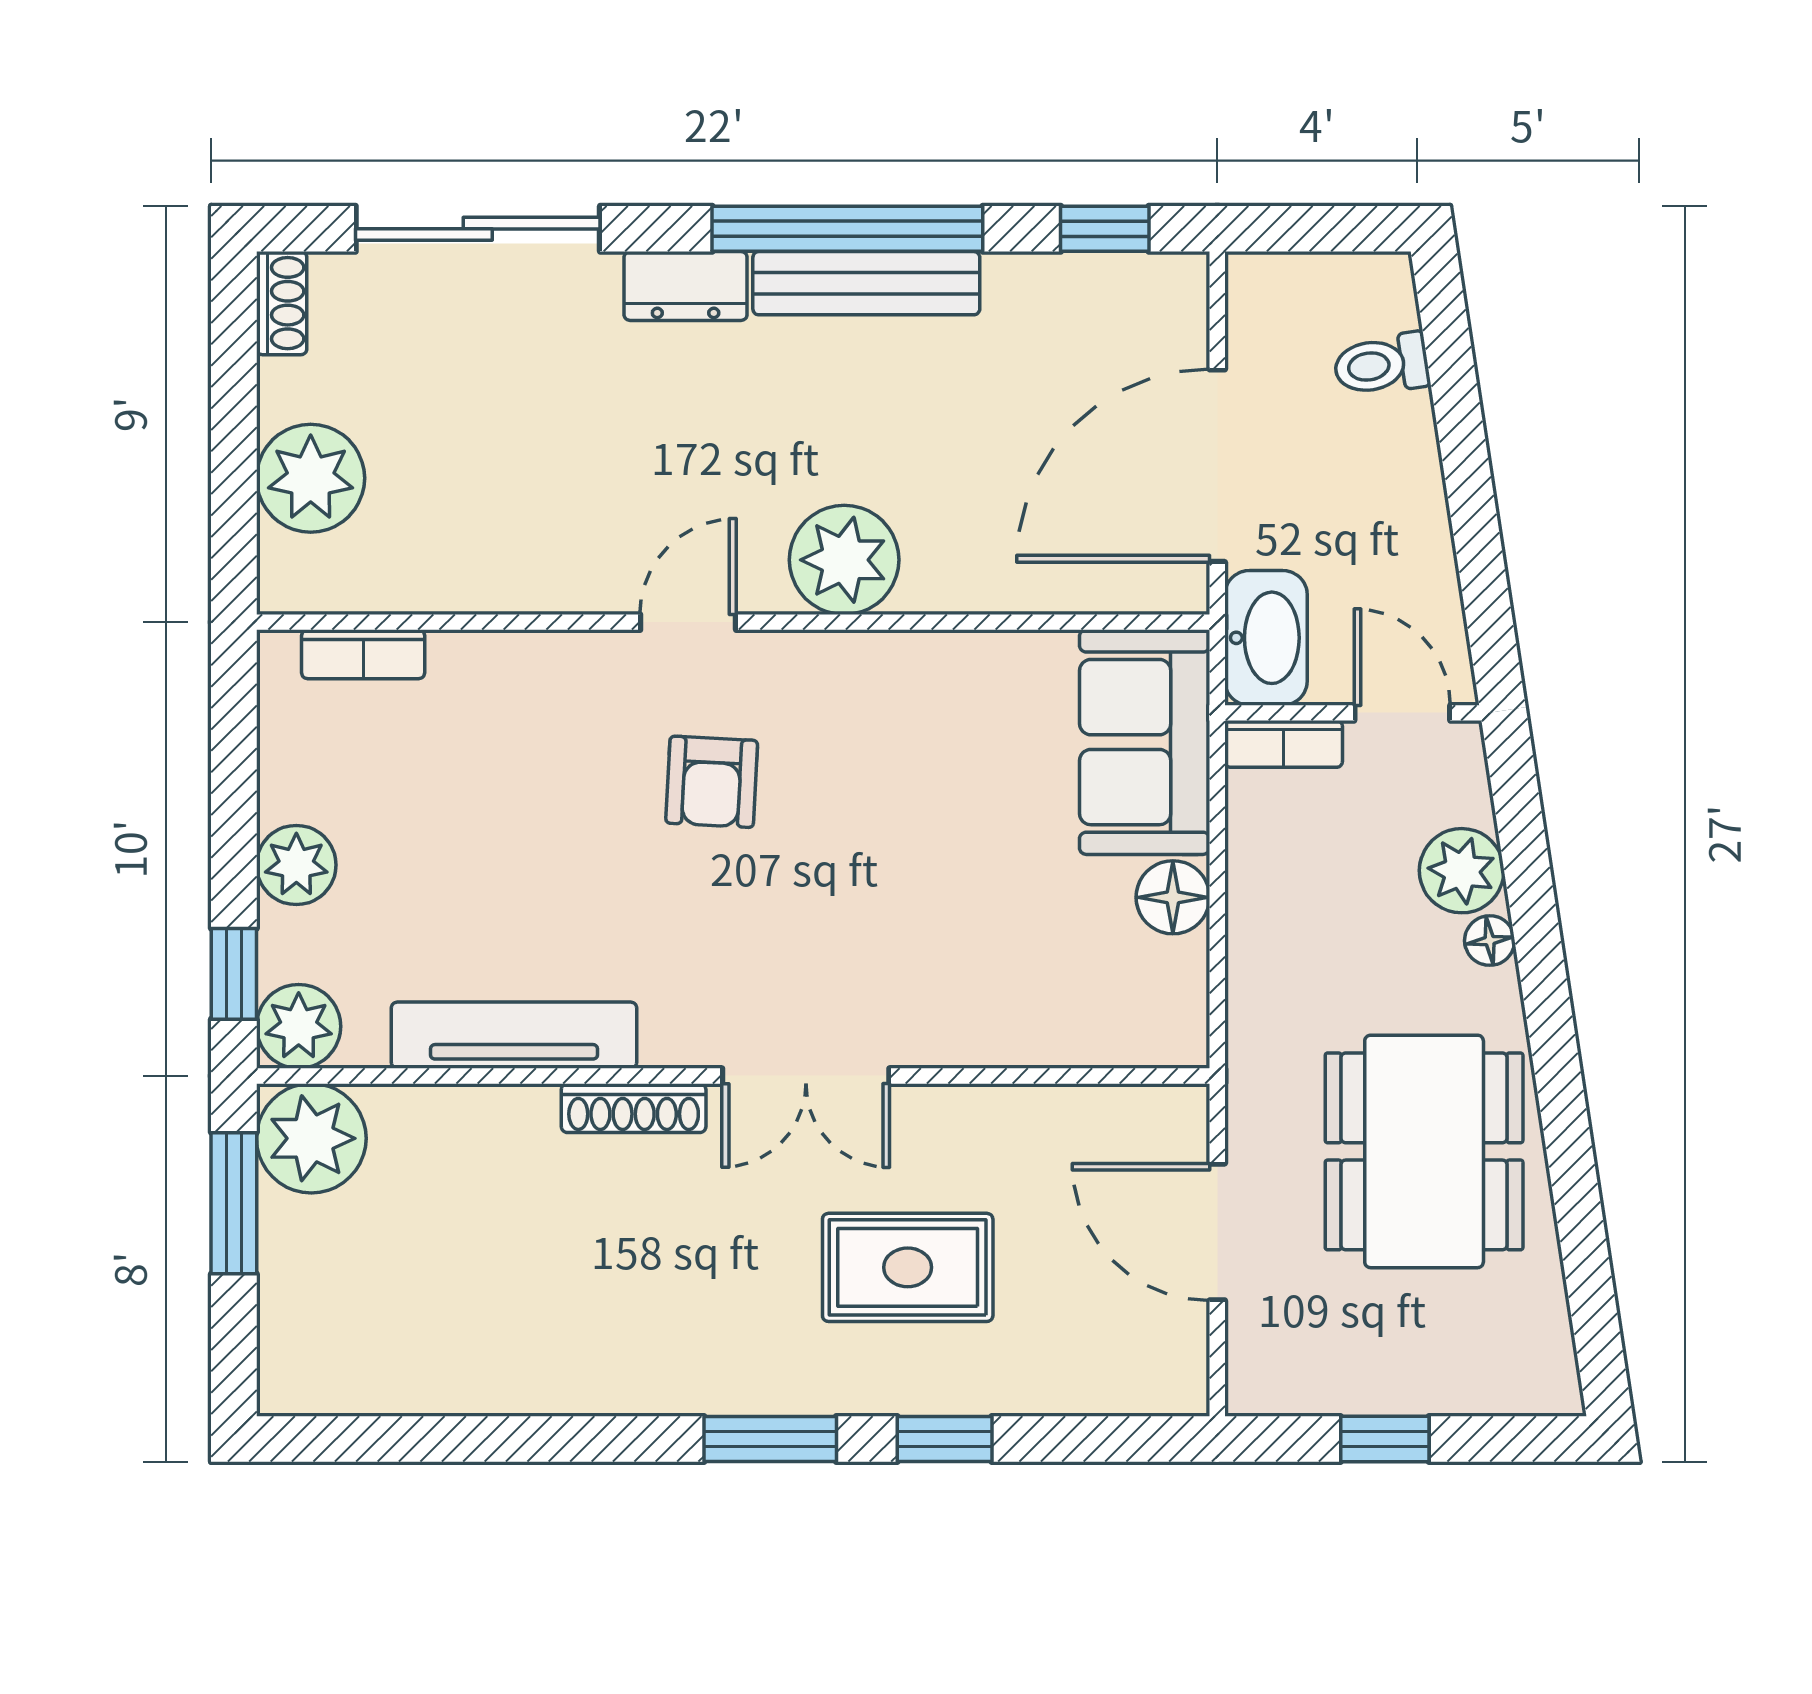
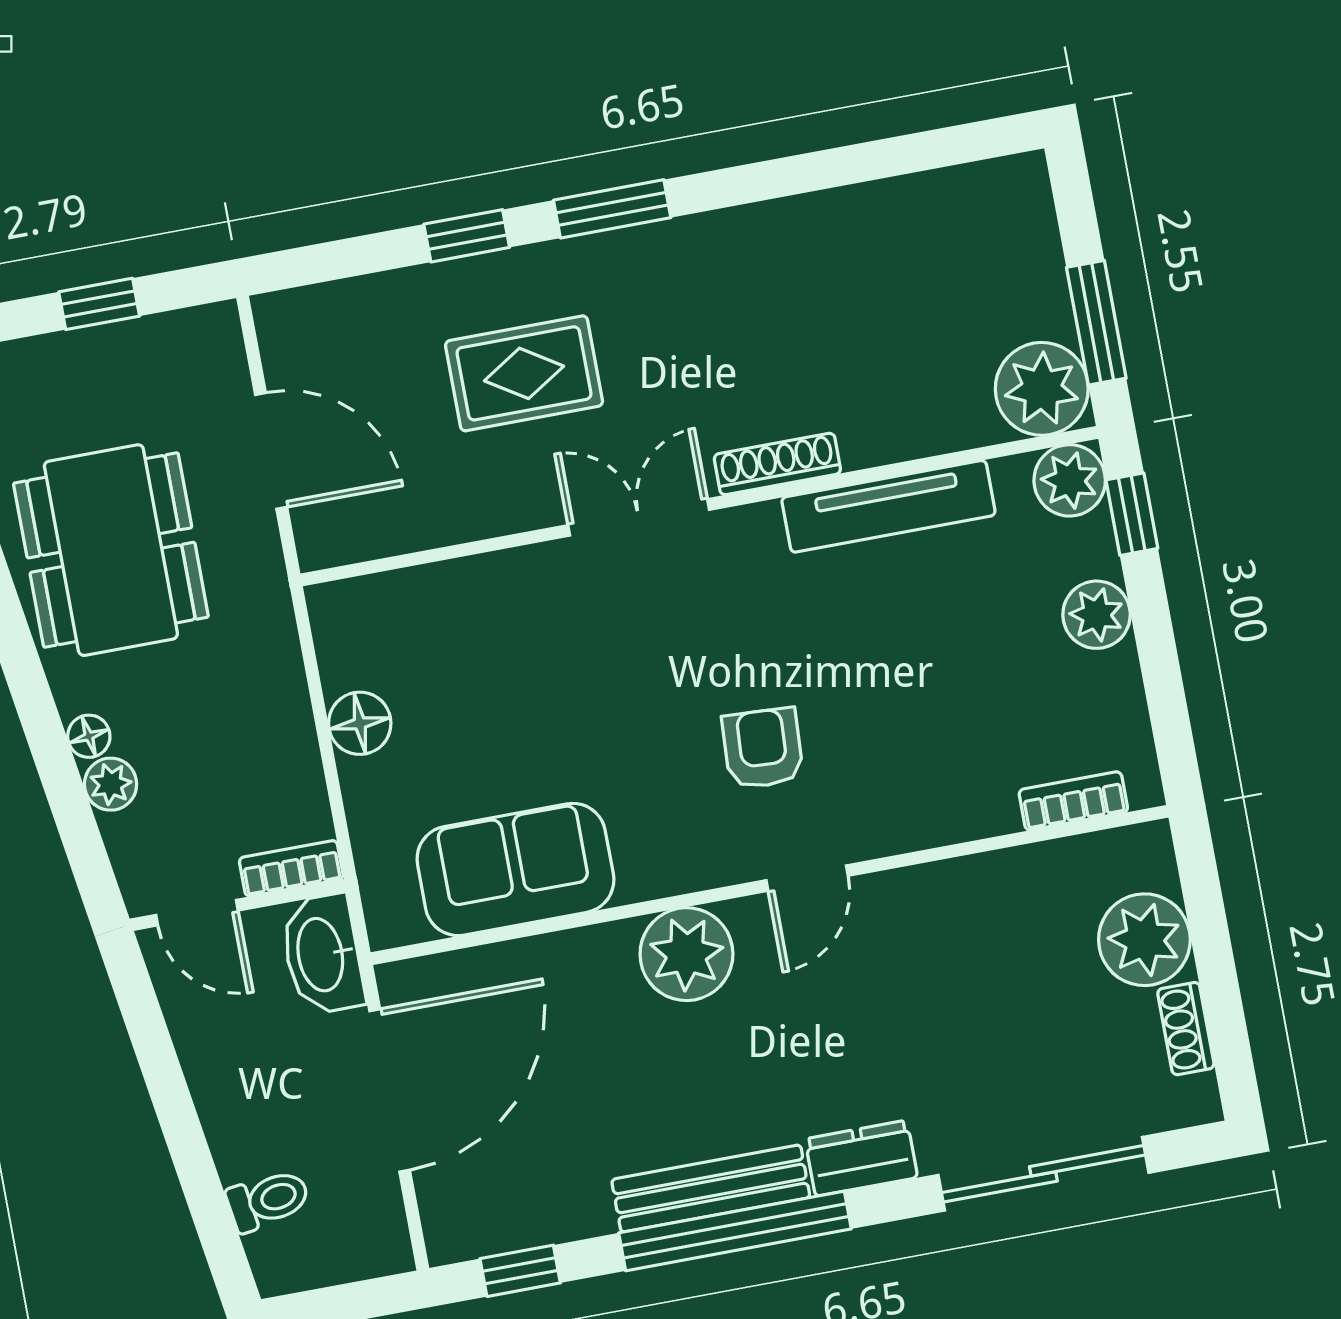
shoe rack: (282, 303) -> (1186, 1029), moved
sofa: (1145, 742) -> (515, 869), moved, turned -90
plant: (1462, 871) -> (111, 784), width x0.73, depth x0.73

